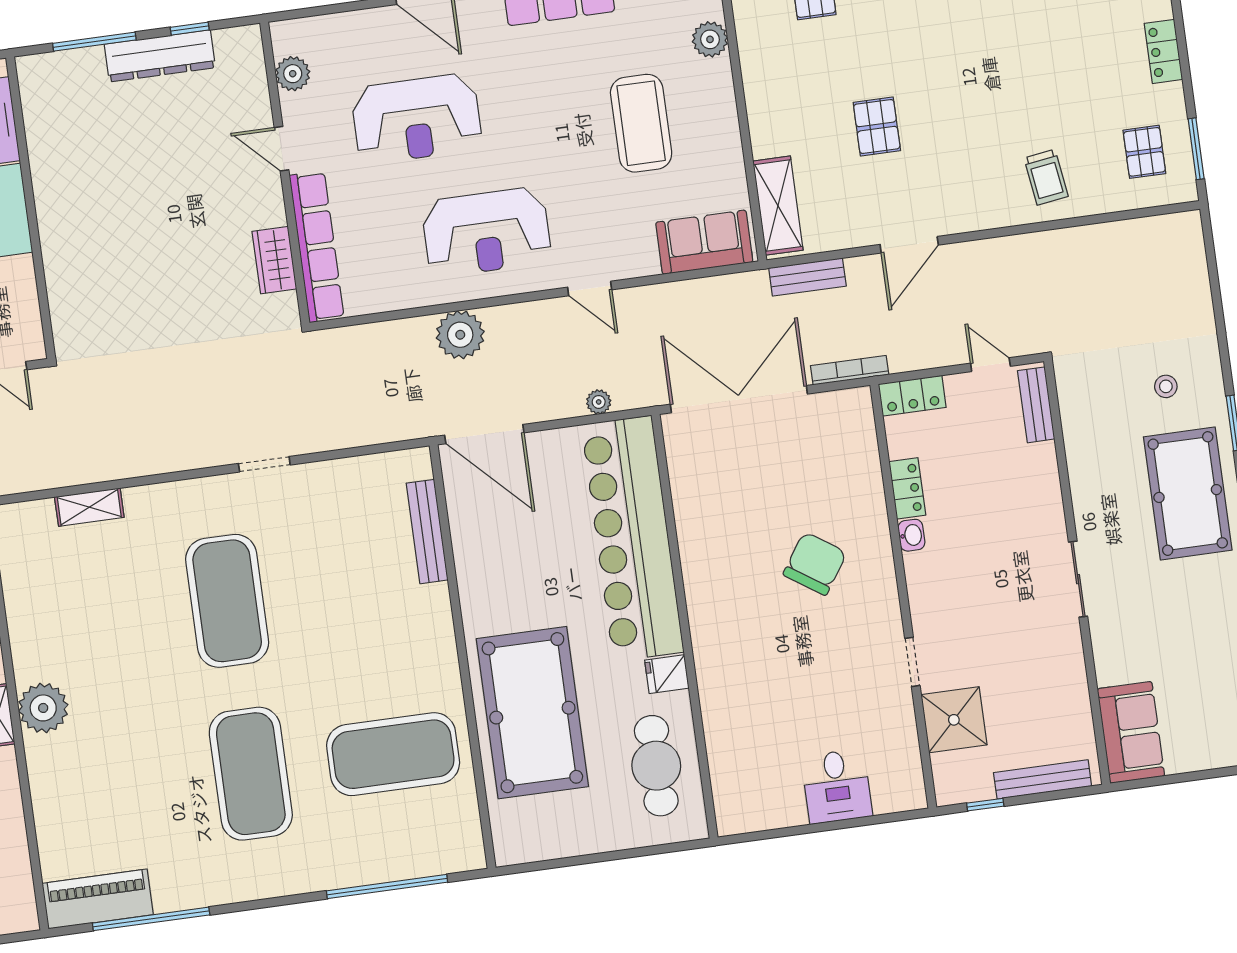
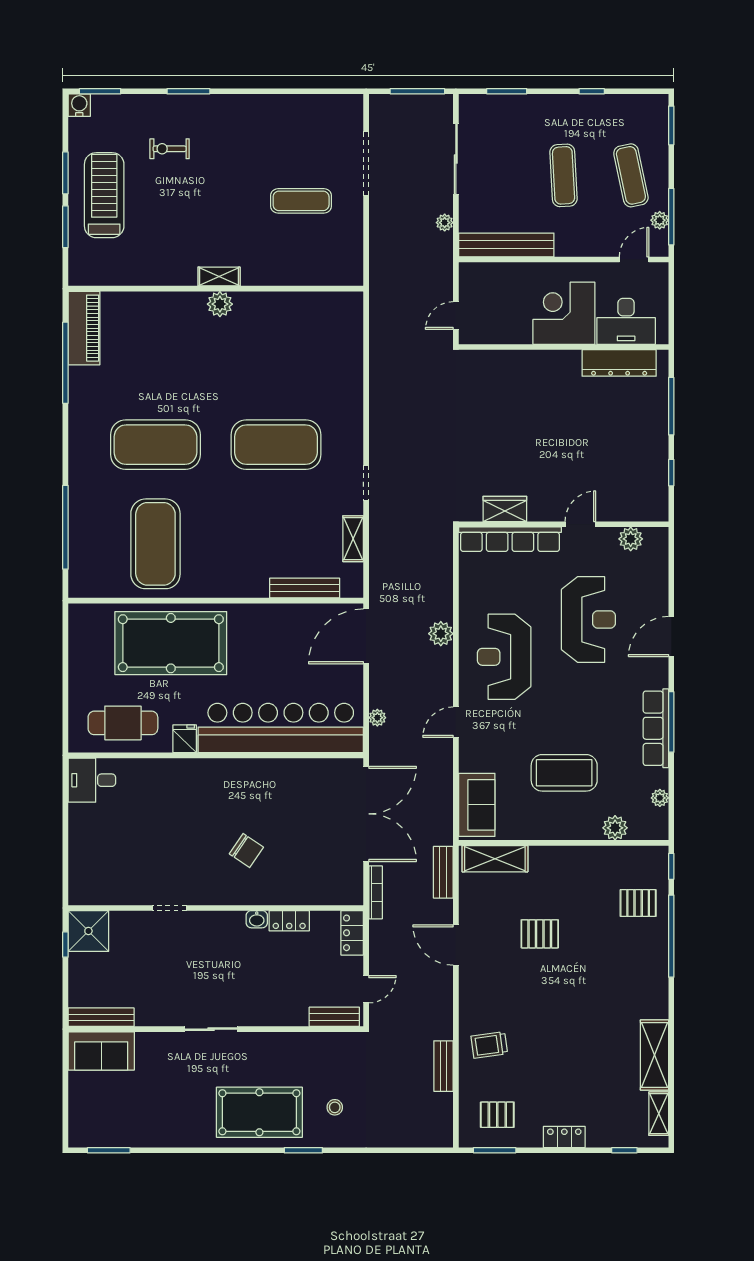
dresser: (160, 56) -> (619, 363), moved, turned -90
reception desk: (417, 119) -> (588, 620), turned 180
bench: (1085, 239) -> (443, 1066), added
plant: (460, 335) -> (441, 634), width x0.73, depth x0.73
shelving: (89, 507) -> (353, 539), moved
chair: (815, 564) -> (246, 850), width x0.73, depth x0.73
plant: (43, 708) -> (220, 304), width x0.73, depth x0.73
shower: (954, 720) -> (88, 931), moved
bench: (1043, 779) -> (101, 1017), moved, turned 90
desk: (837, 786) -> (92, 780), moved

